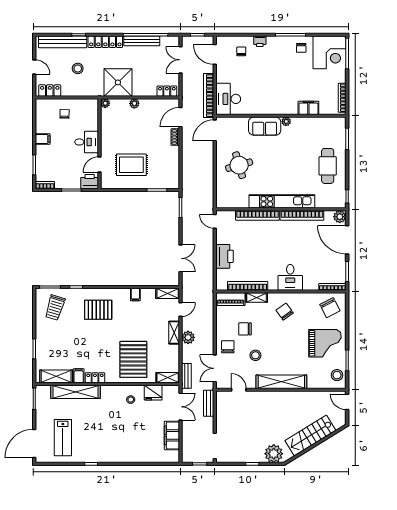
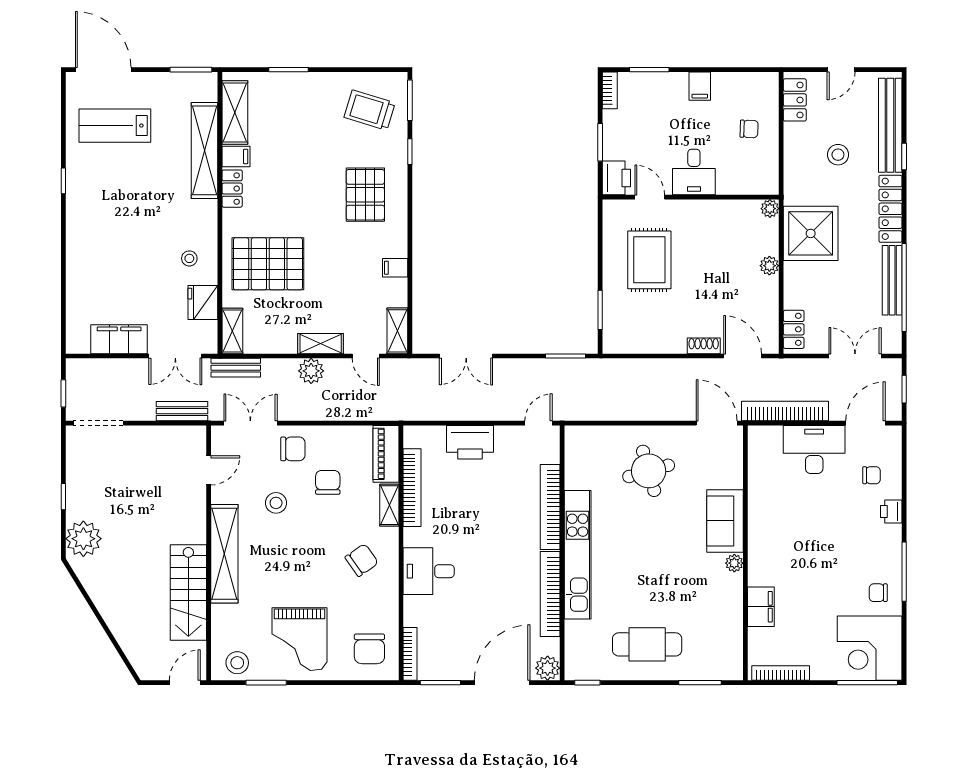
desk: (228, 99) -> (814, 449), moved
chair: (330, 308) -> (369, 649), turned -63
stairs: (310, 436) -> (188, 593), moved, turned -148

